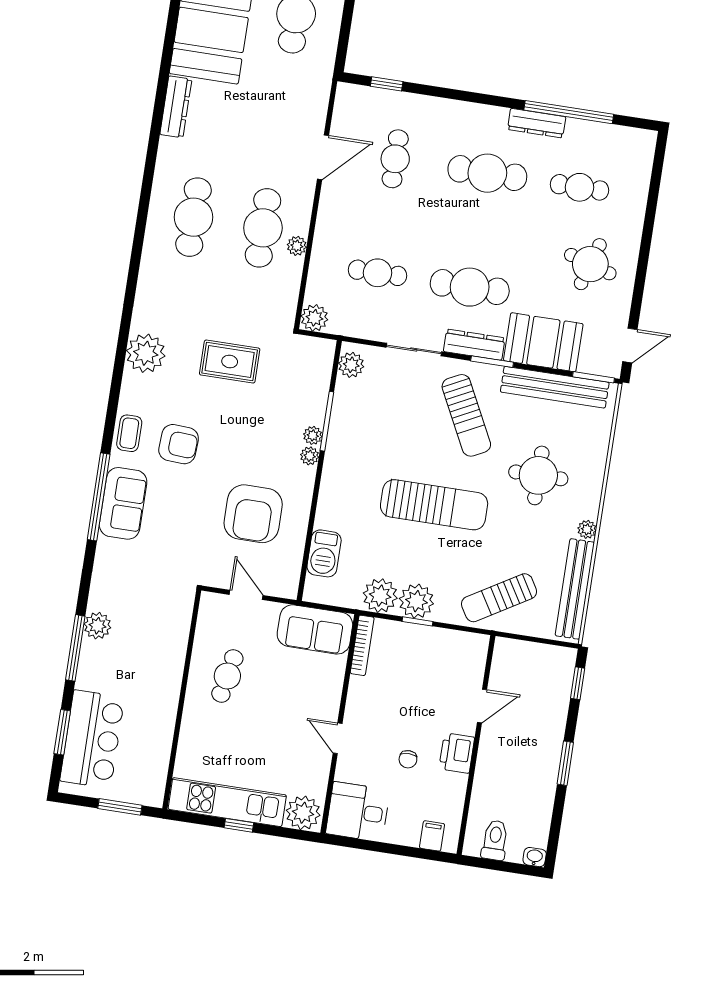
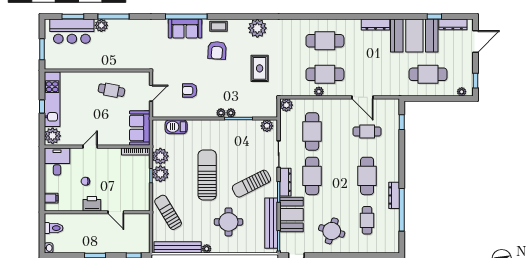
cafe table: (378, 273) -> (312, 131), width x1.37, depth x1.35
sun lounger: (434, 505) -> (207, 175), turned 180
armchair: (253, 514) -> (190, 90), width x0.53, depth x0.53
plant: (97, 626) -> (101, 25), moved

